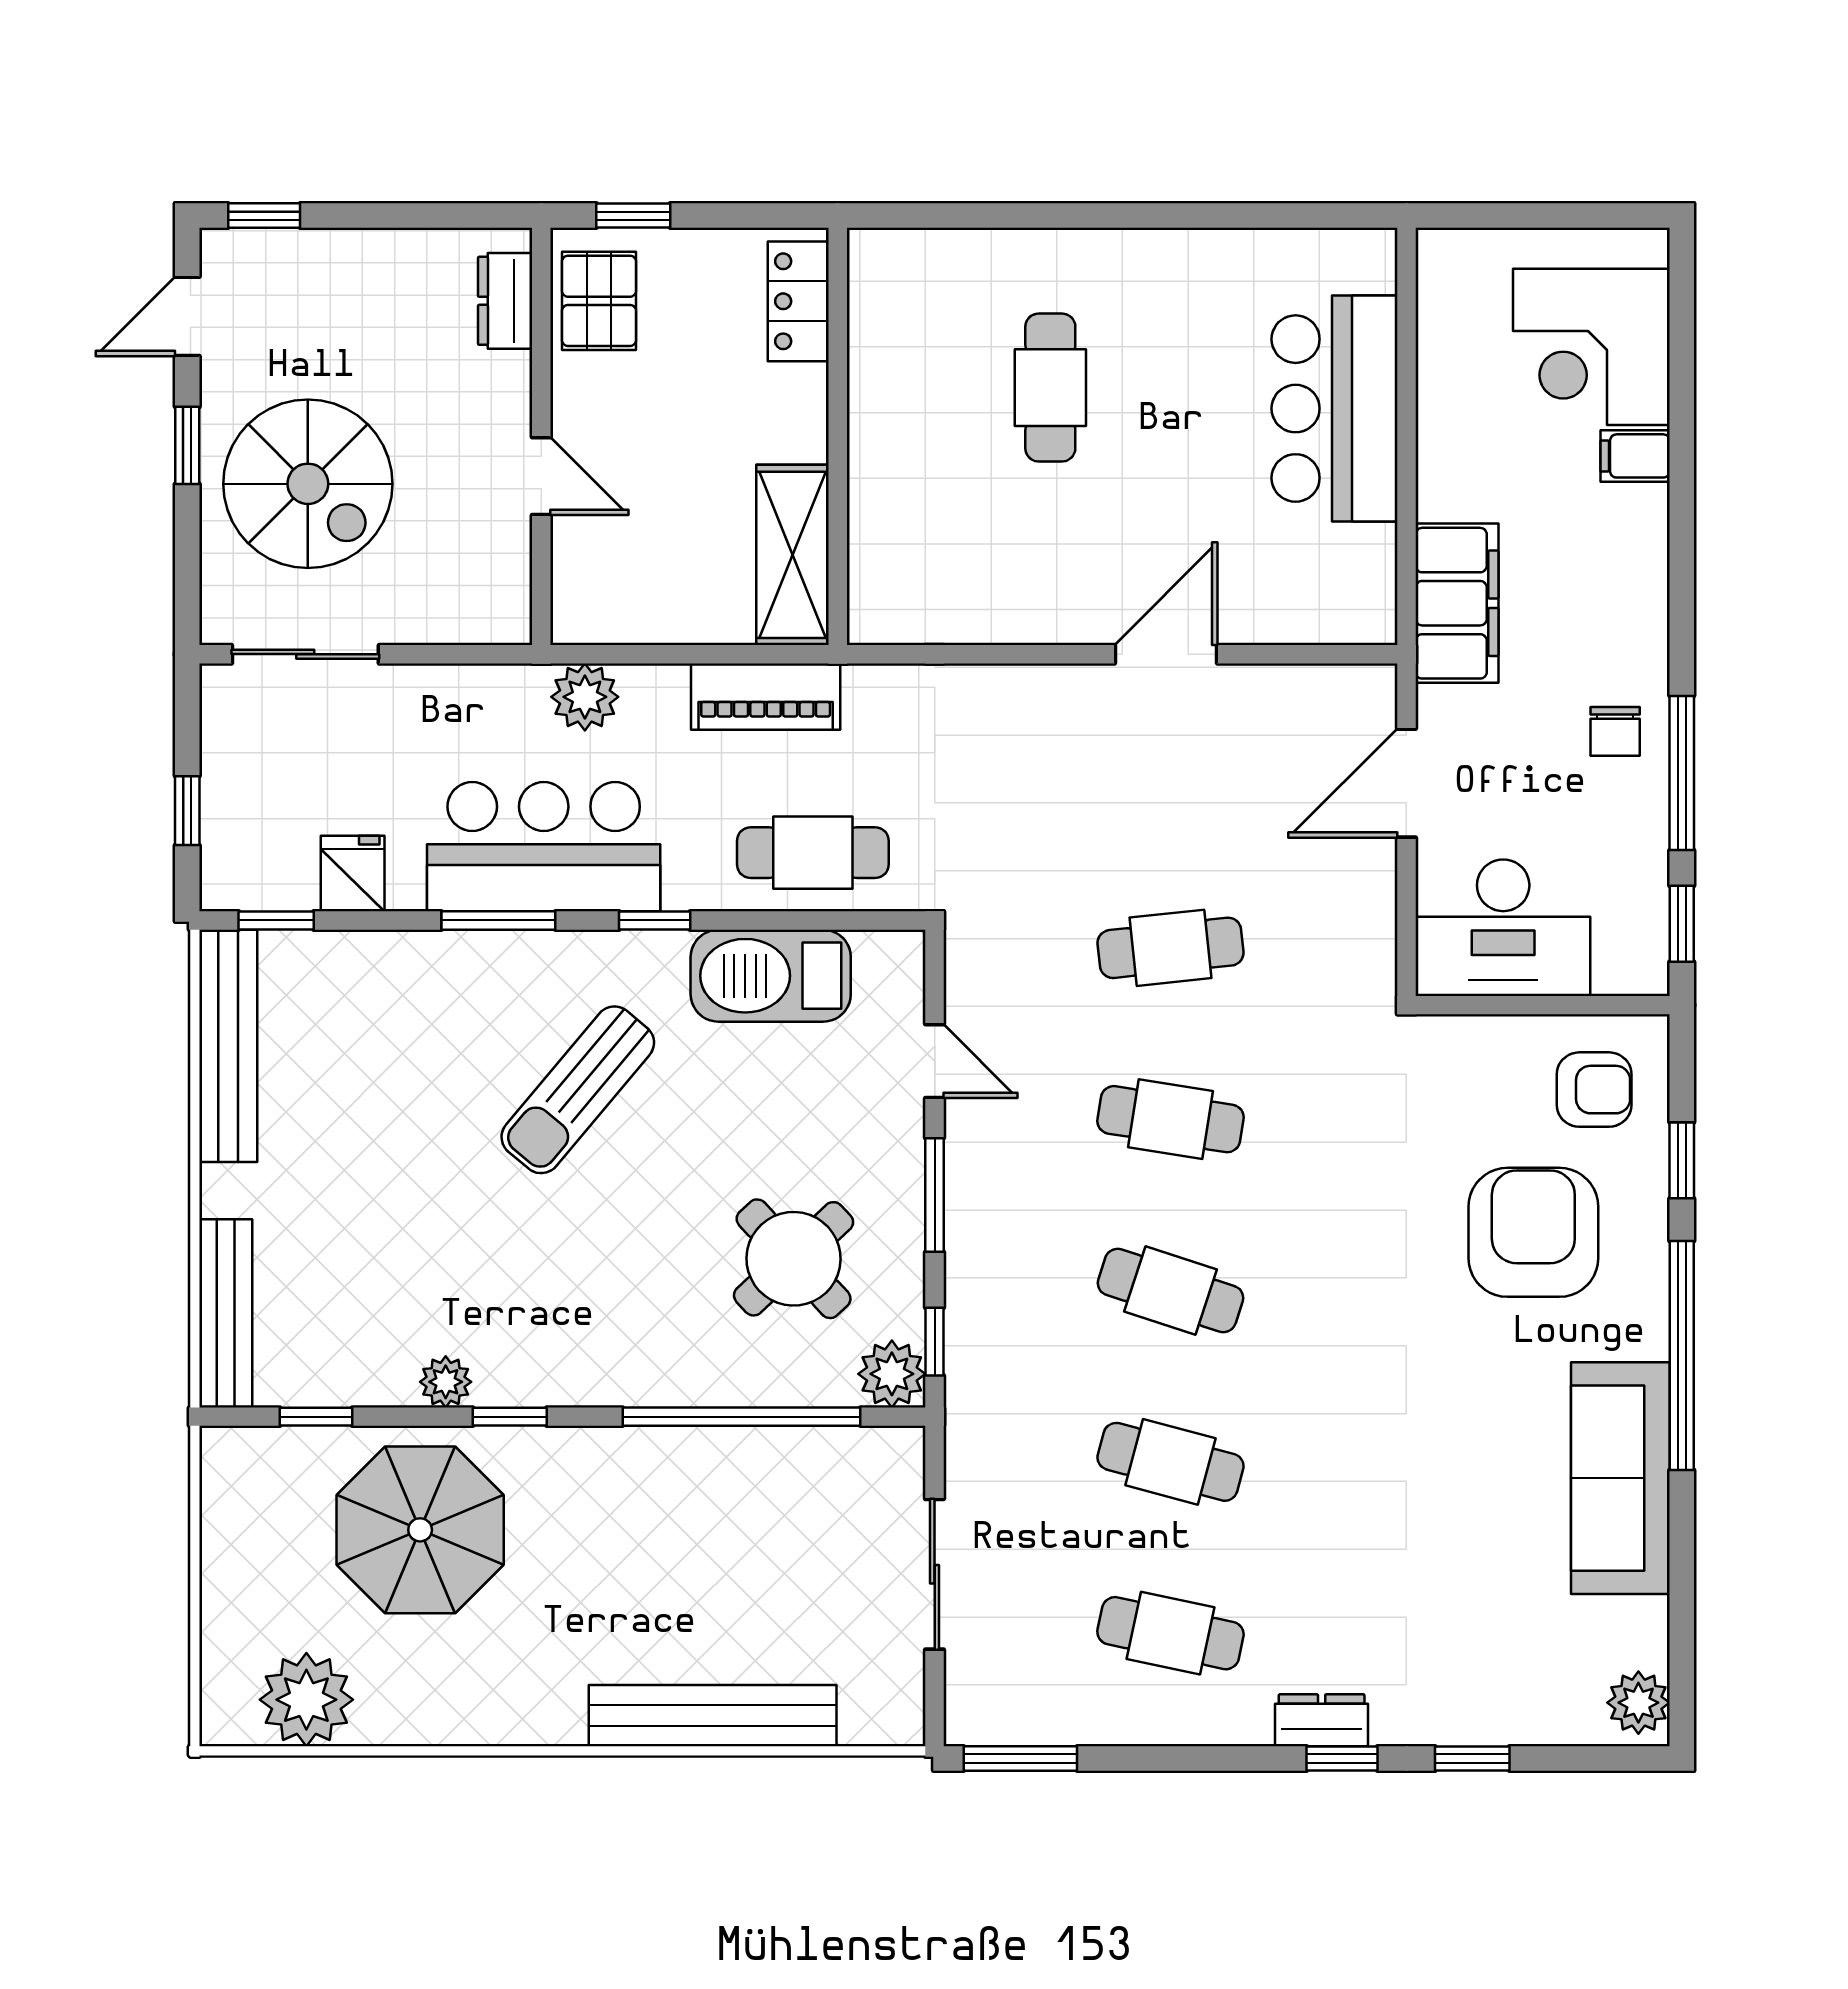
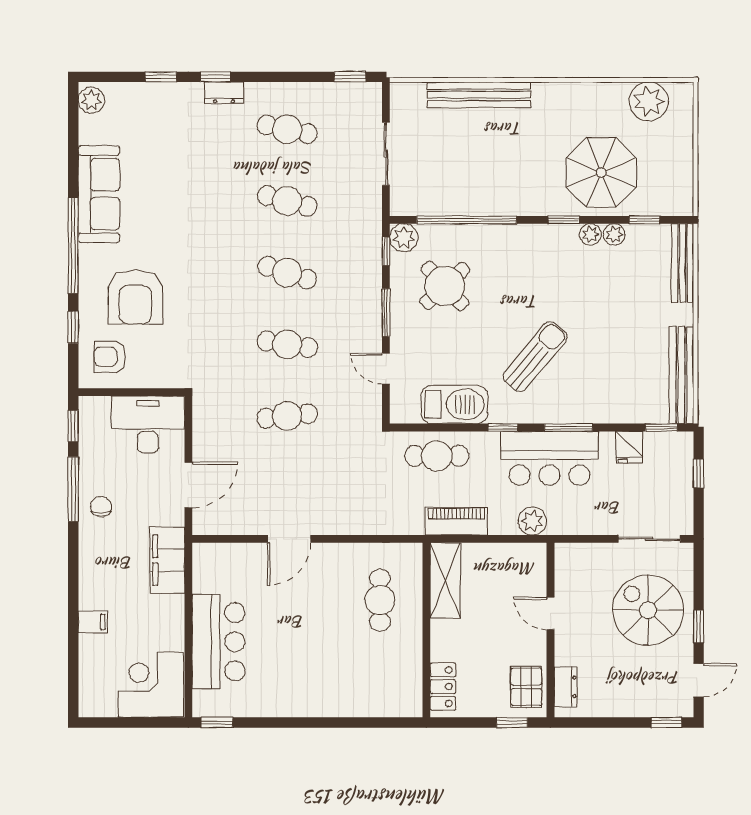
window: (1338, 216) -> (217, 722), added
corner desk: (1591, 347) -> (151, 685), moved, turned -90
cafe table: (1050, 388) -> (380, 600), moved
plant: (389, 1382) -> (614, 234), added
window: (1020, 1758) -> (350, 77), width x0.67

